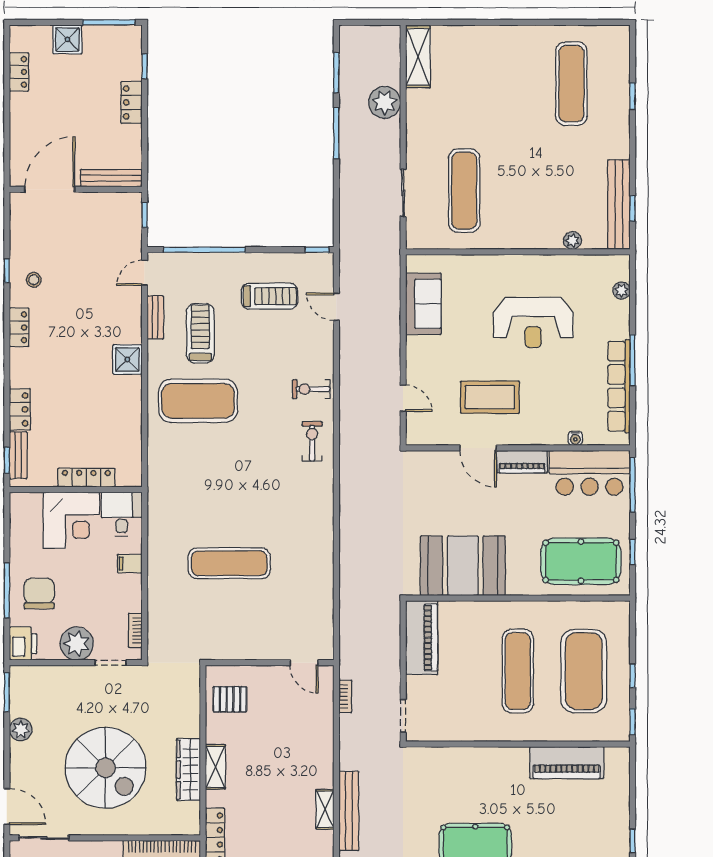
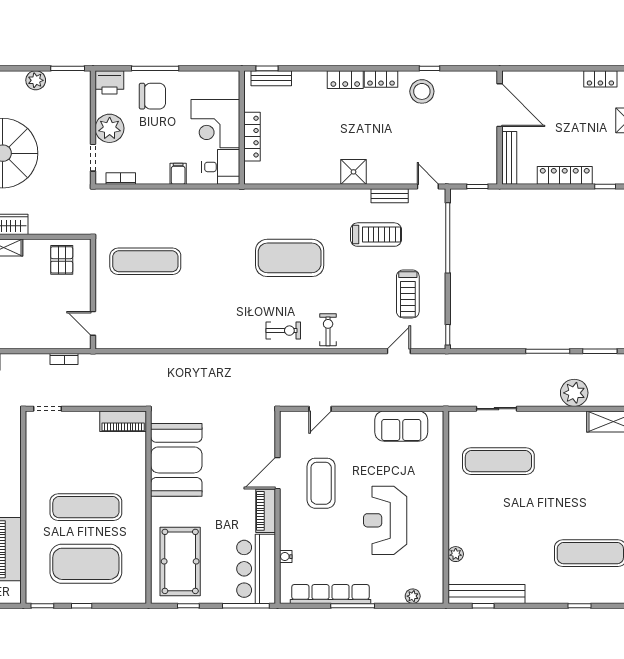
locker: (131, 102) -> (565, 175), width x1.53
stool: (34, 280) -> (422, 91), width x1.89, depth x1.89
exercise mat: (198, 401) -> (290, 258), moved, turned 90
locker: (20, 409) -> (345, 80), moved
exercise mat: (229, 563) -> (145, 261), moved, turned 90
piano: (422, 638) -> (123, 421), width x0.73, depth x0.75
door: (304, 663) -> (93, 323), hinge flipped

